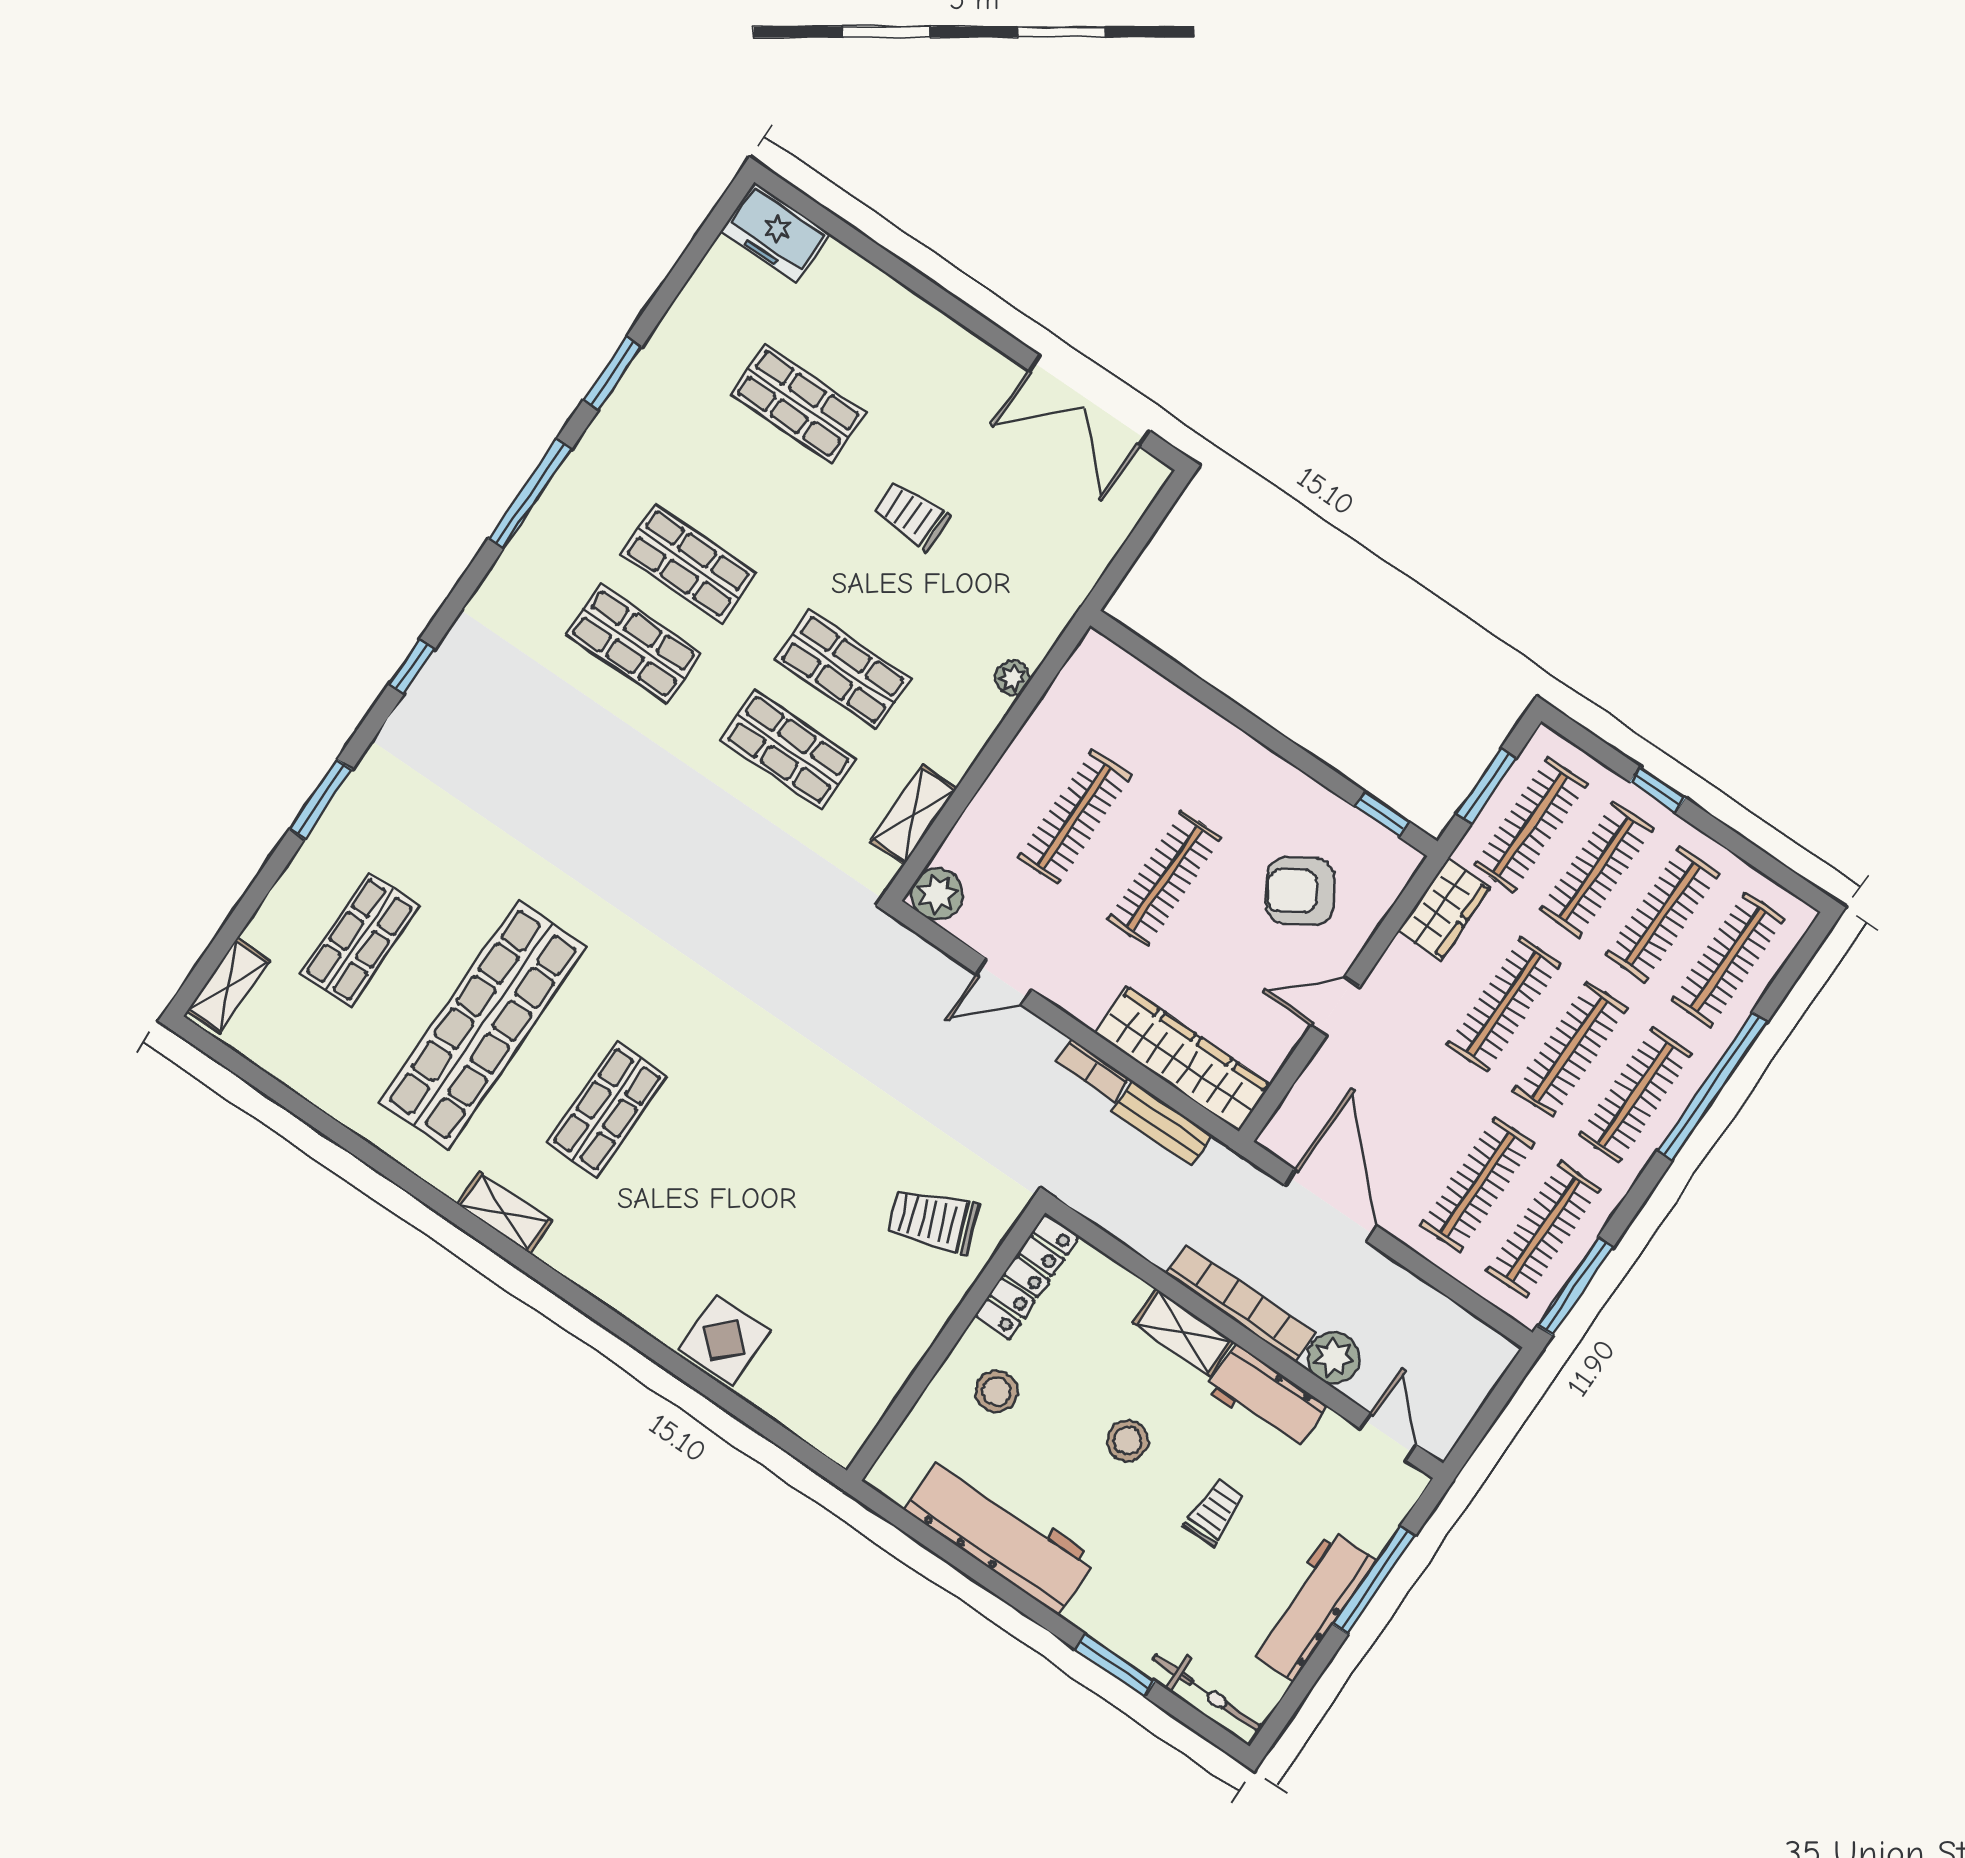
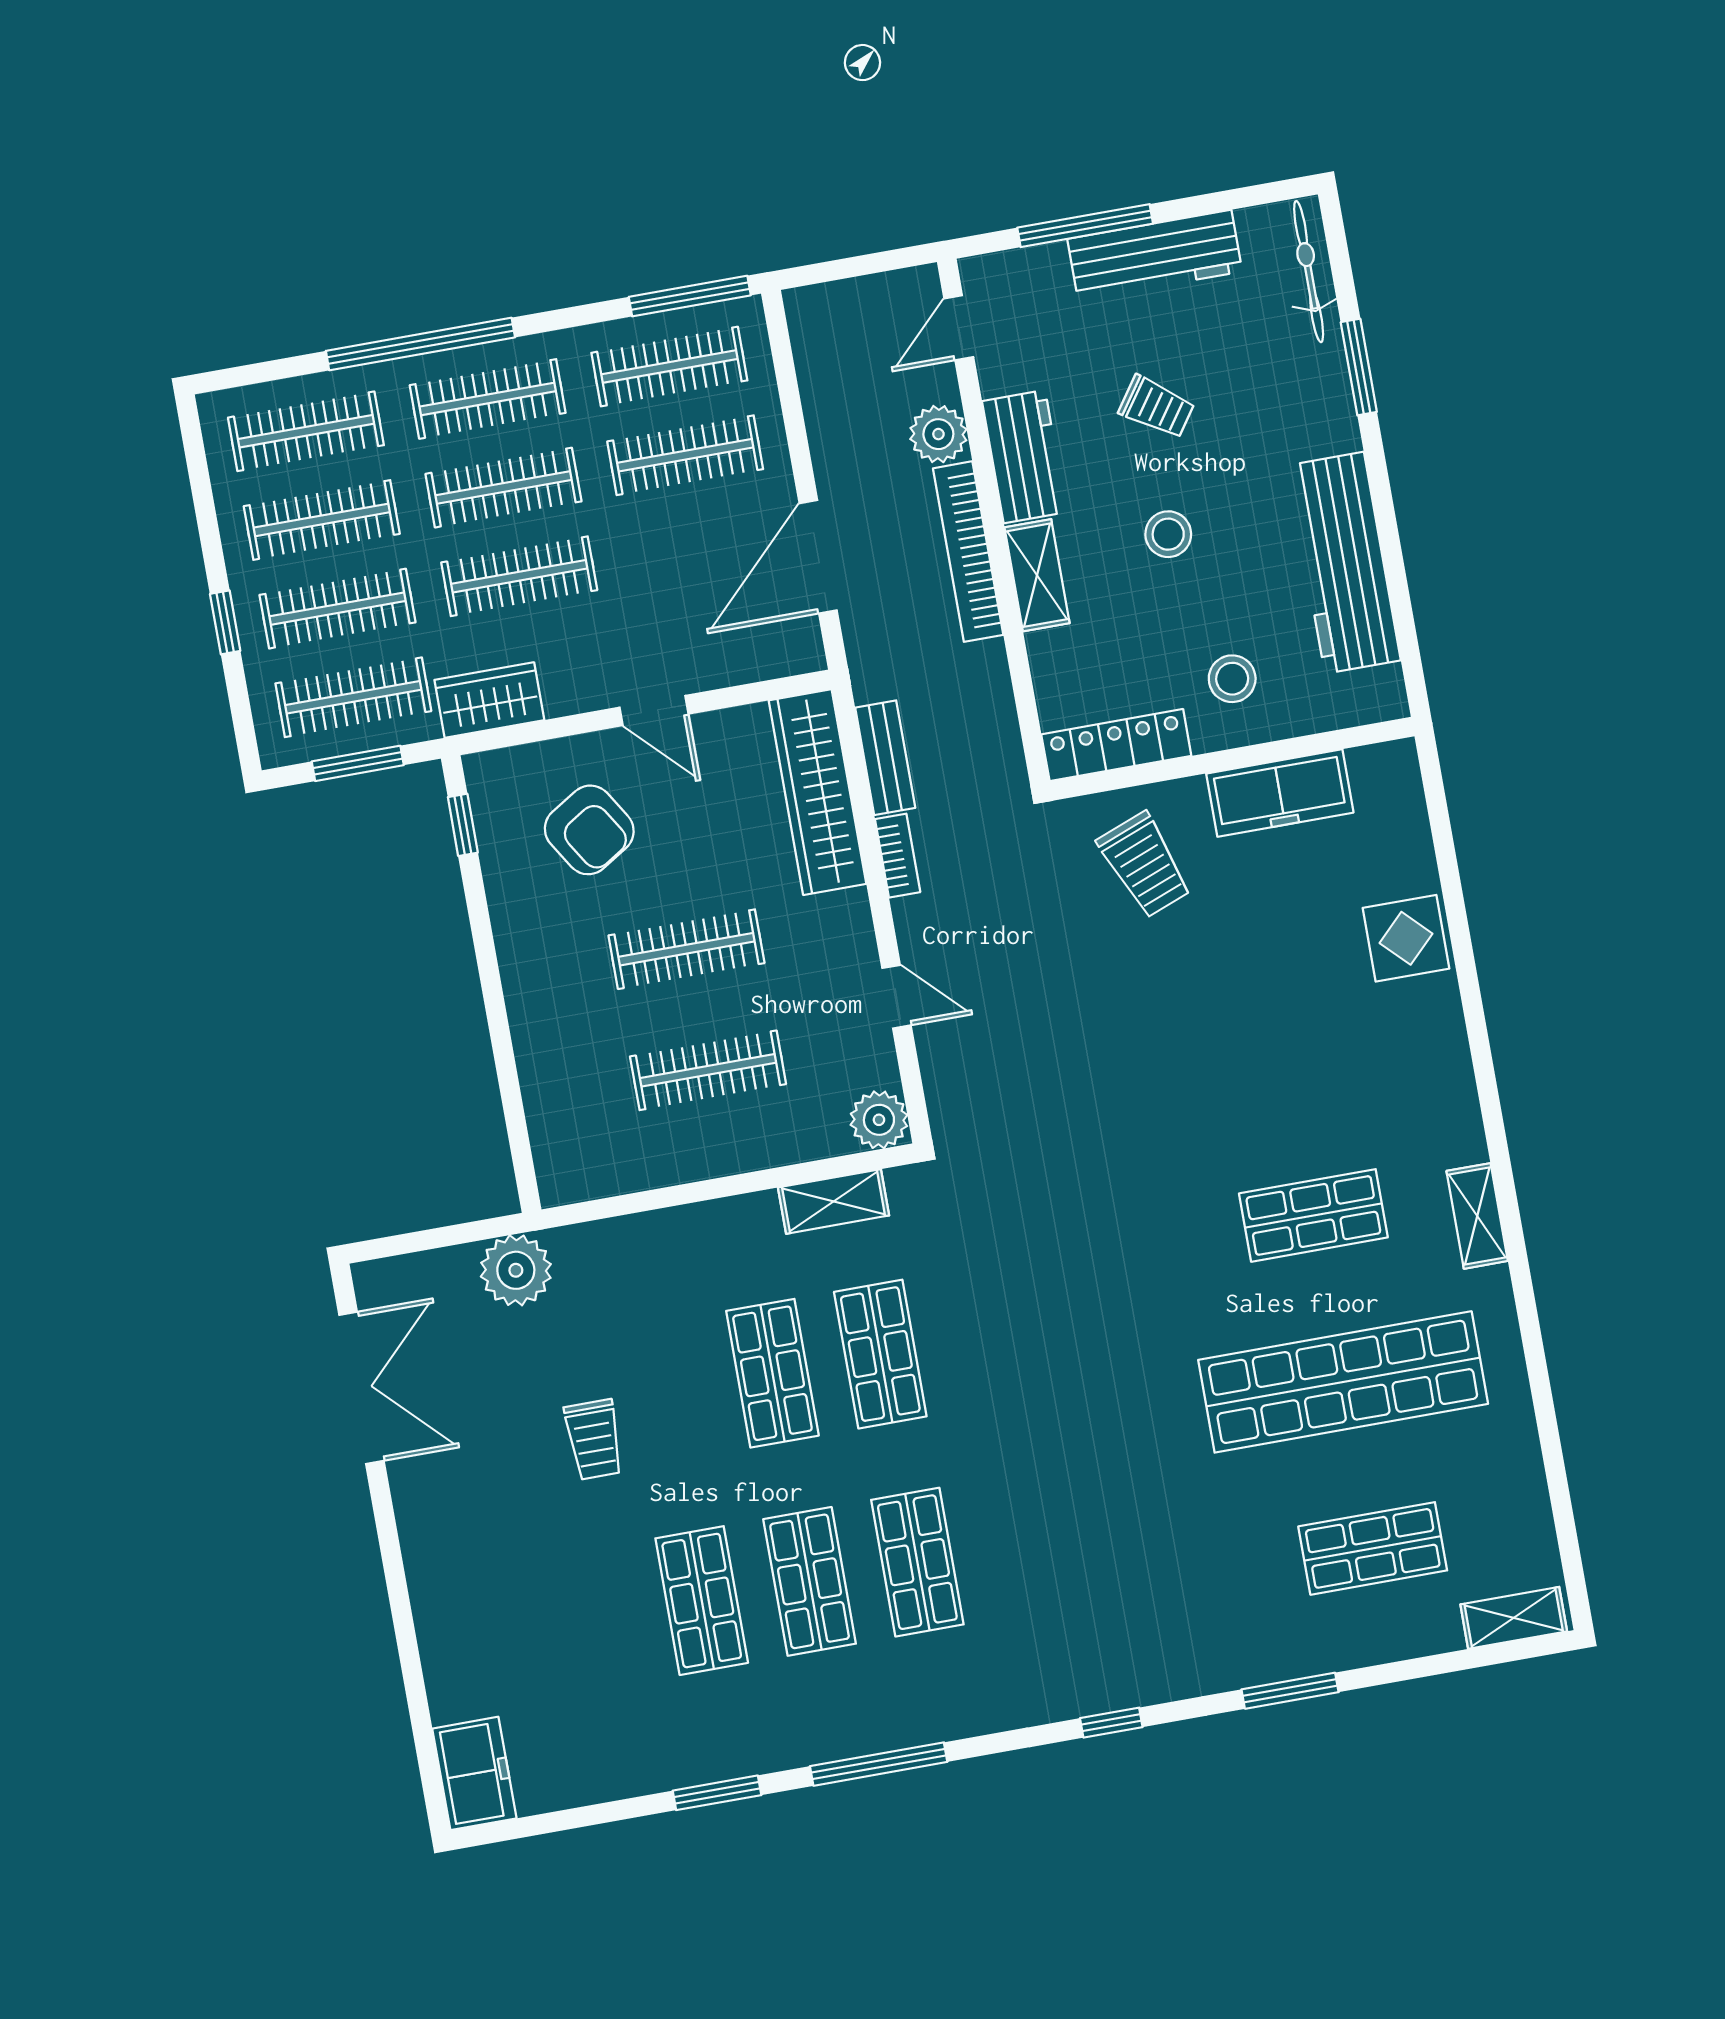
shop shelf: (798, 403) -> (702, 1601), moved
plant: (1012, 678) -> (516, 1270), moved, width x1.87, depth x1.87
freezer: (895, 1351) -> (1280, 793), added
trolley: (1215, 1512) -> (1157, 407), turned -145

